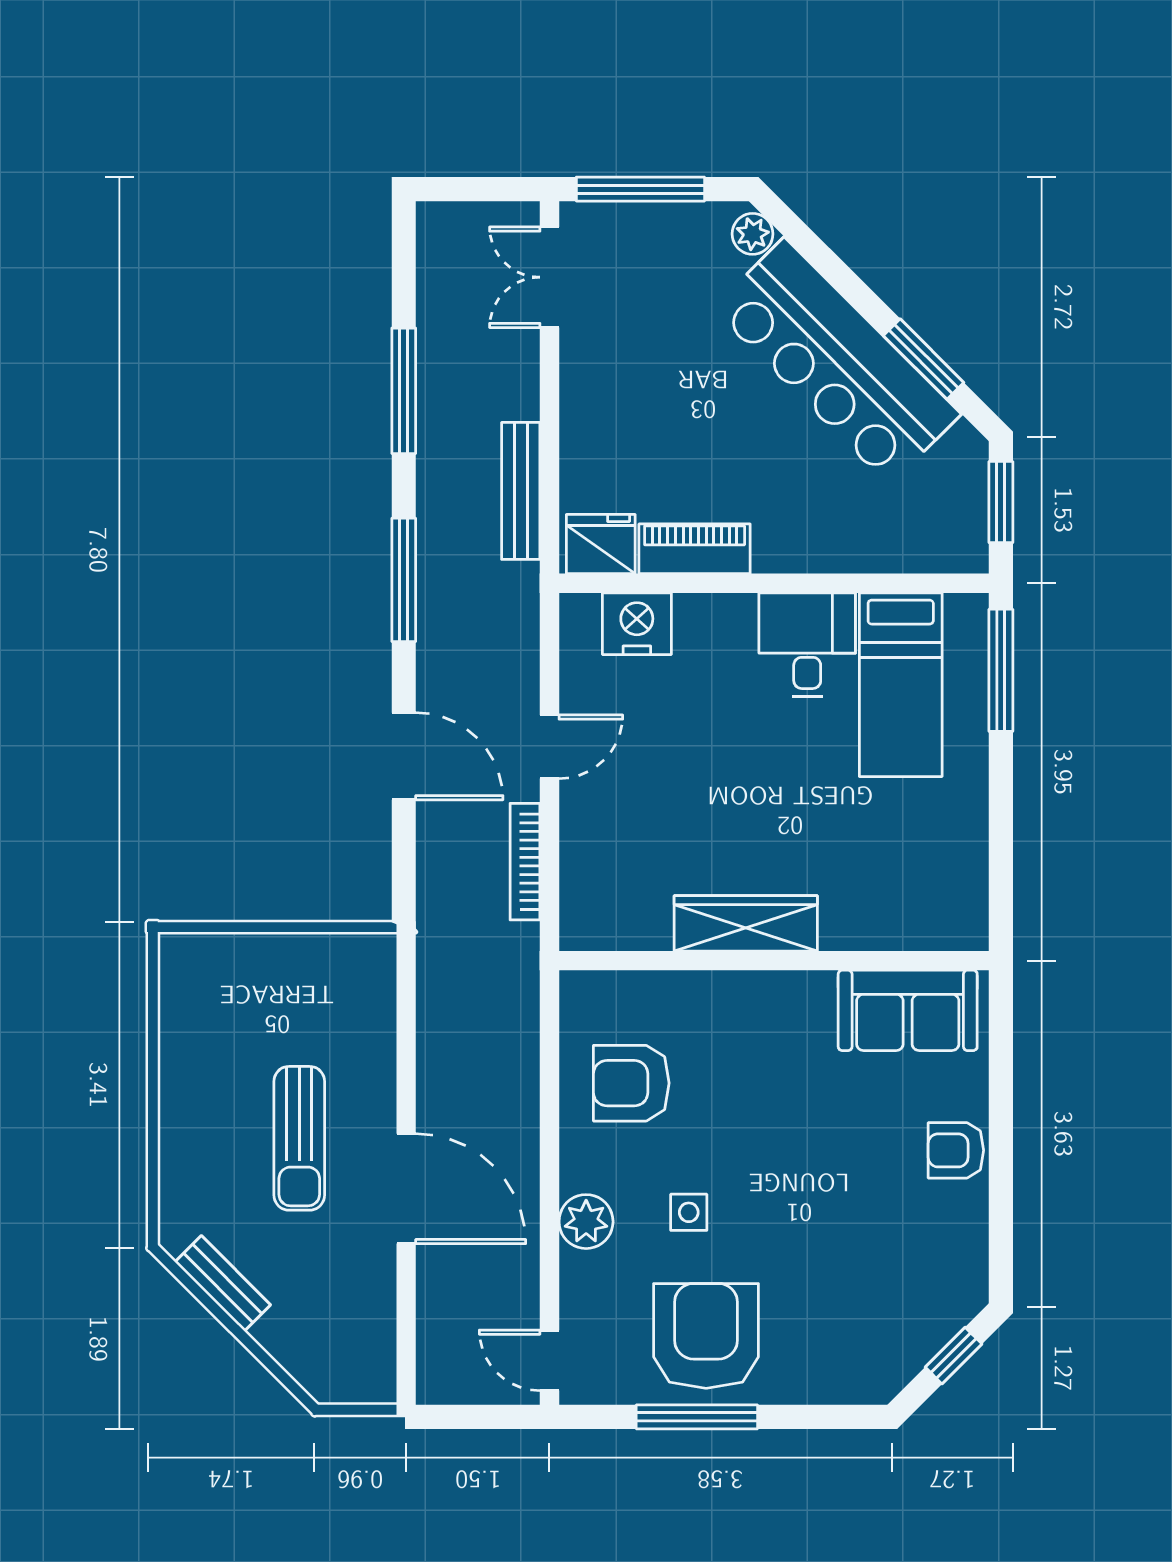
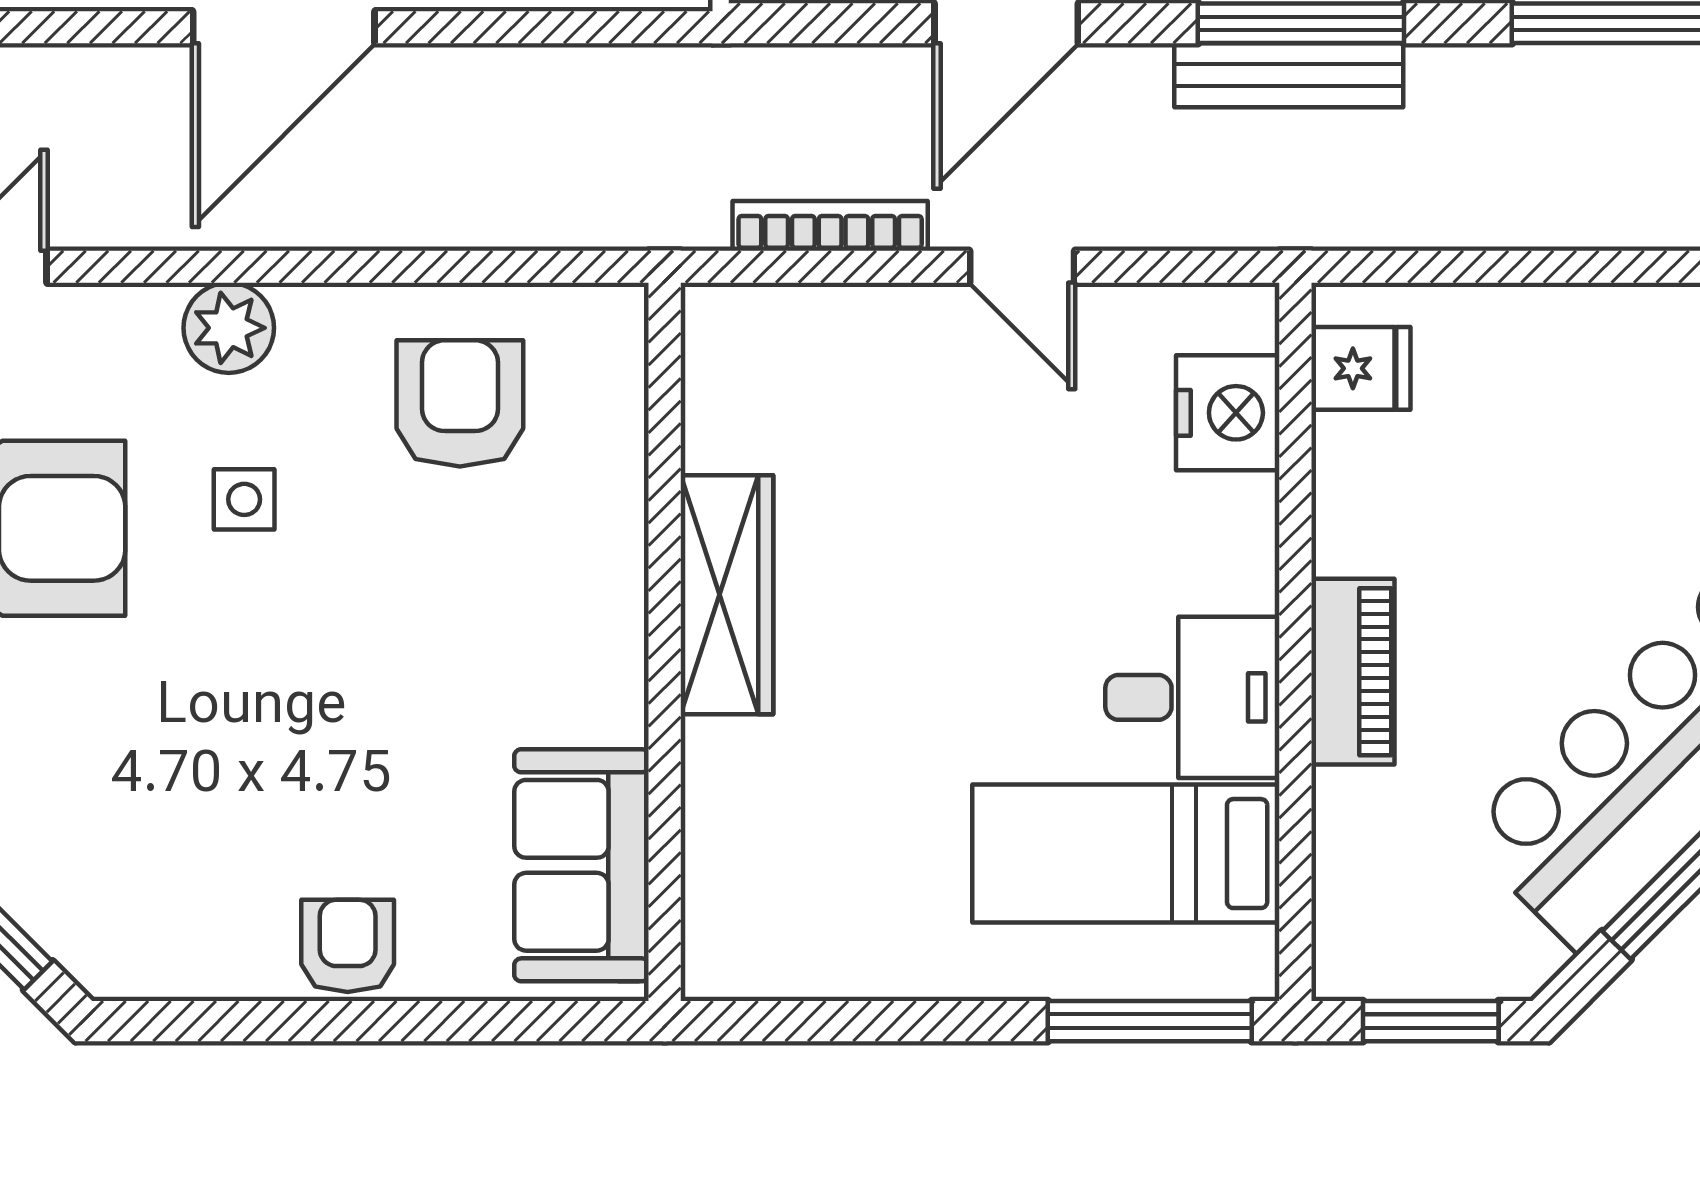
bench: (521, 491) -> (1289, 75), moved
fridge: (601, 544) -> (1361, 368), width x0.72
piano: (695, 549) -> (1353, 672), moved

